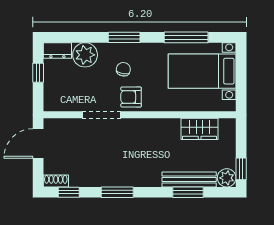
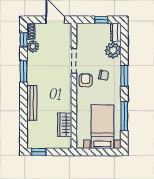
plant: (227, 178) -> (33, 46), moved
bench: (189, 179) -> (32, 103), moved
window: (188, 192) -> (24, 117), removed

